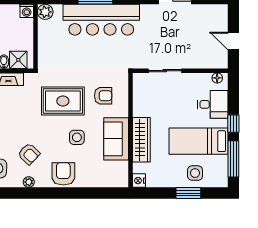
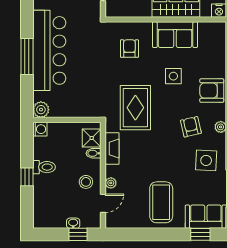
rug: (63, 101) -> (135, 108), moved
armchair: (29, 154) -> (191, 127), turned -57

